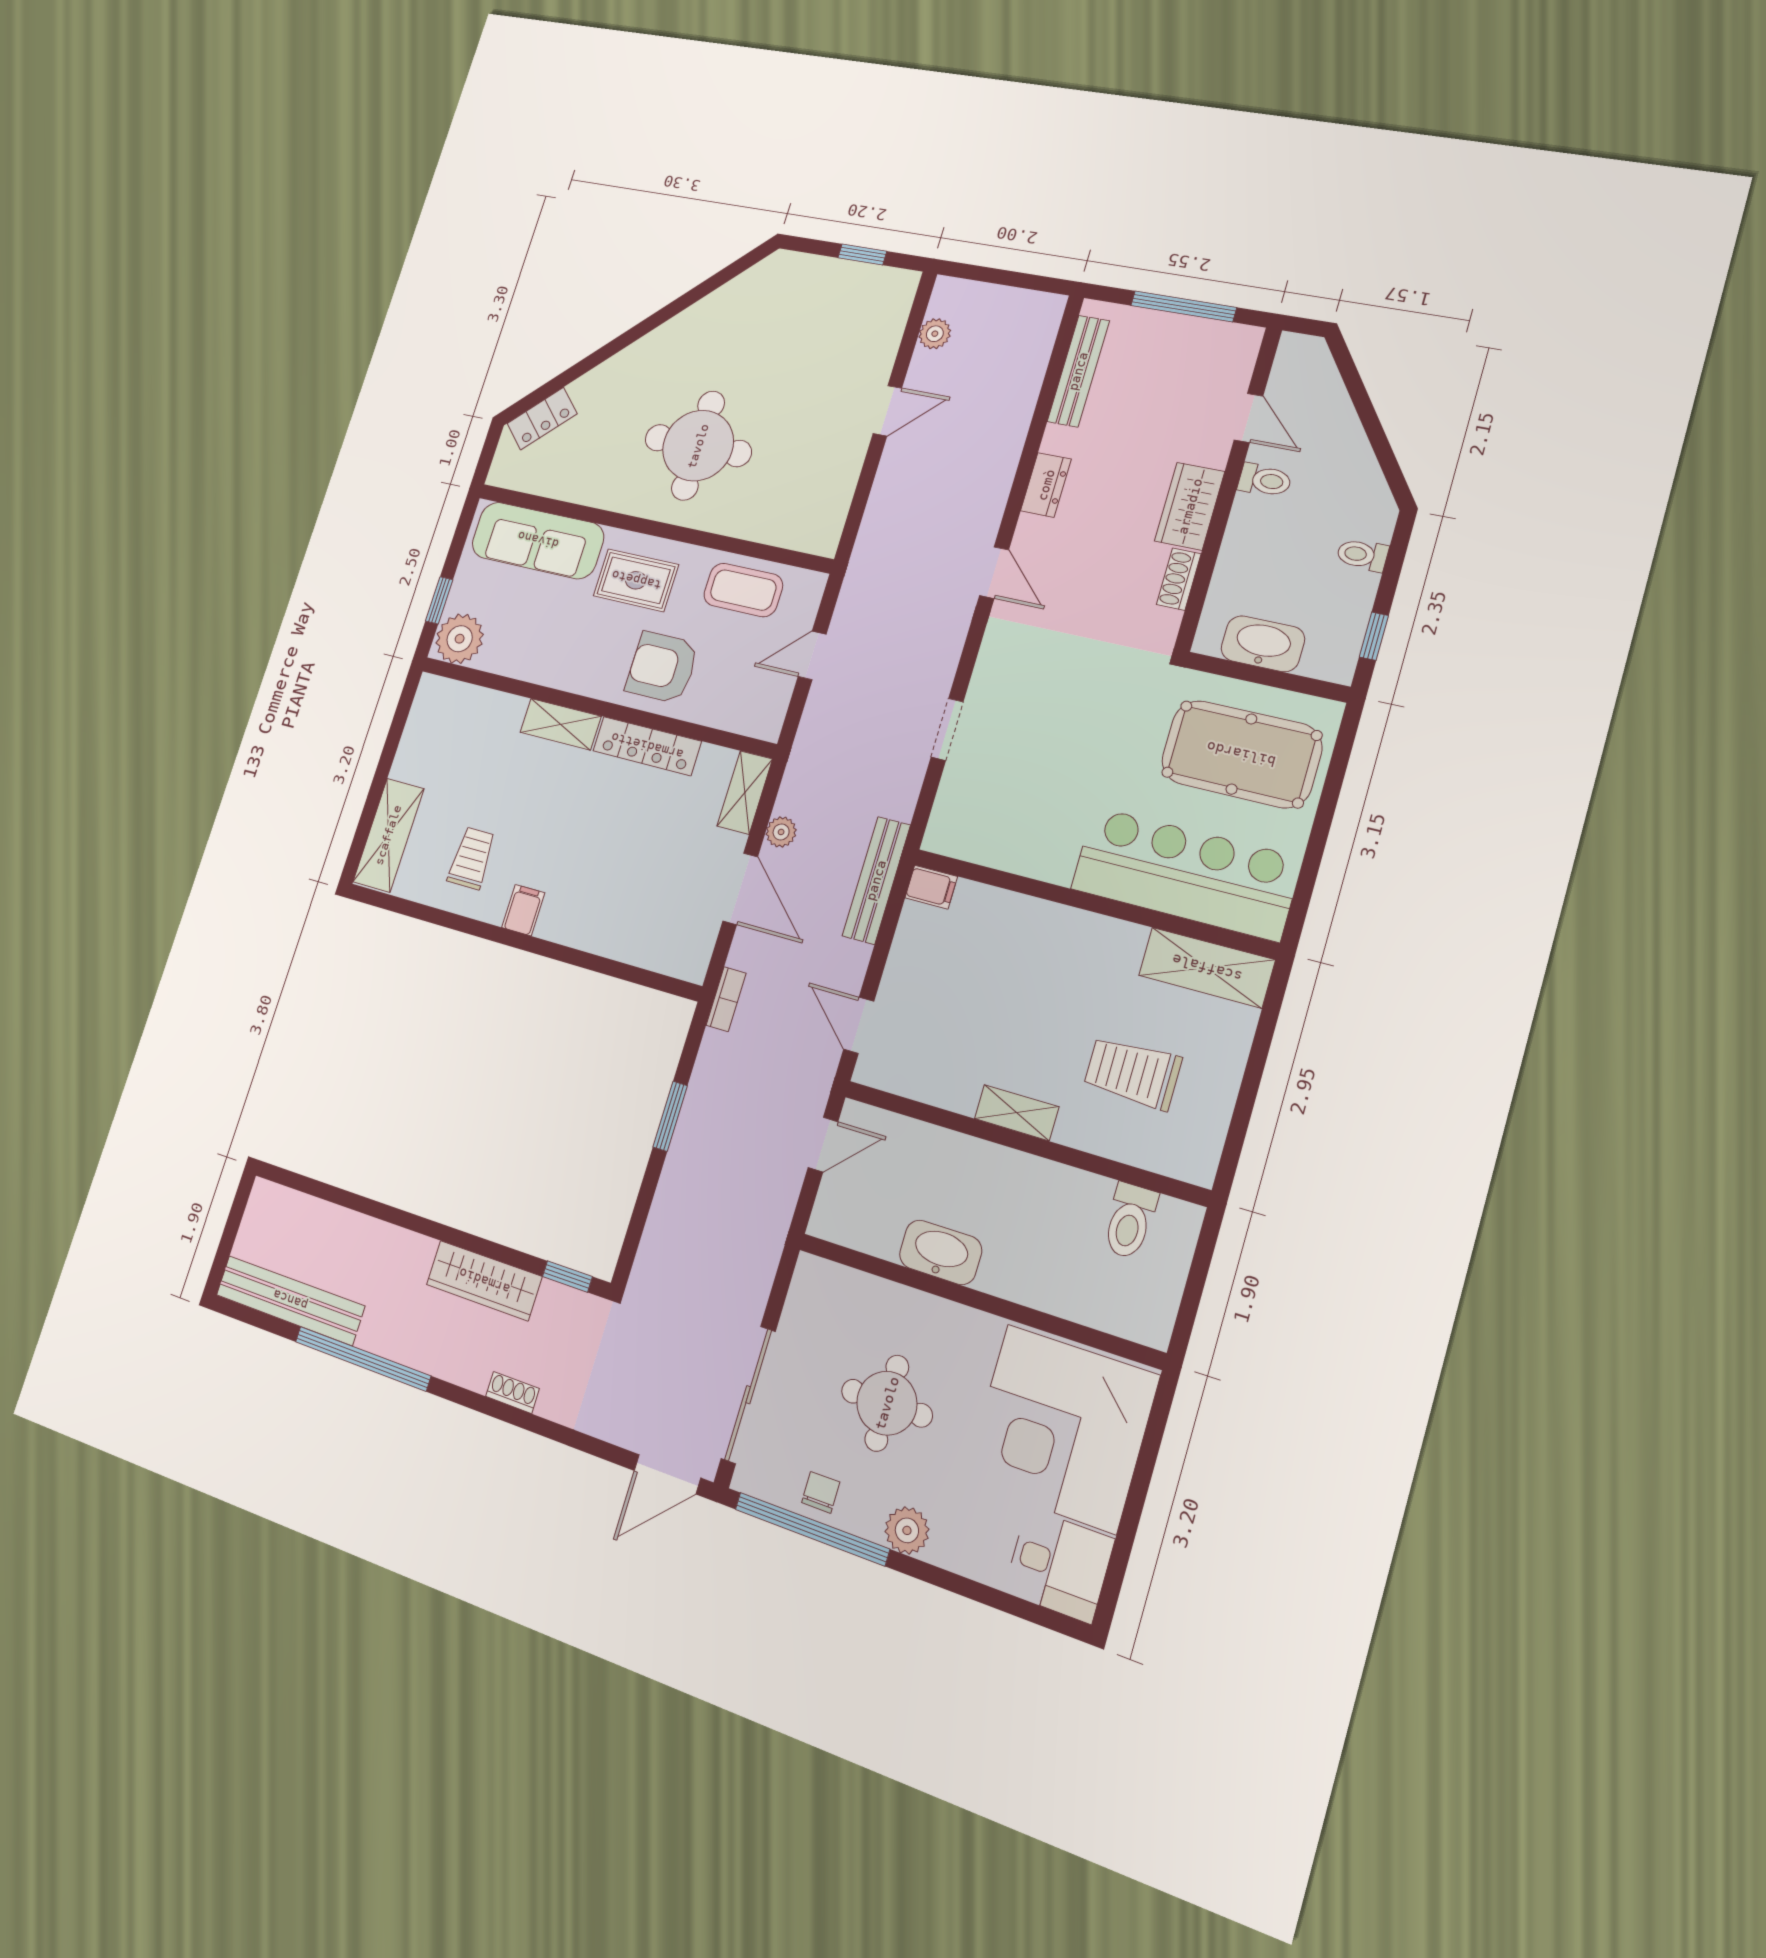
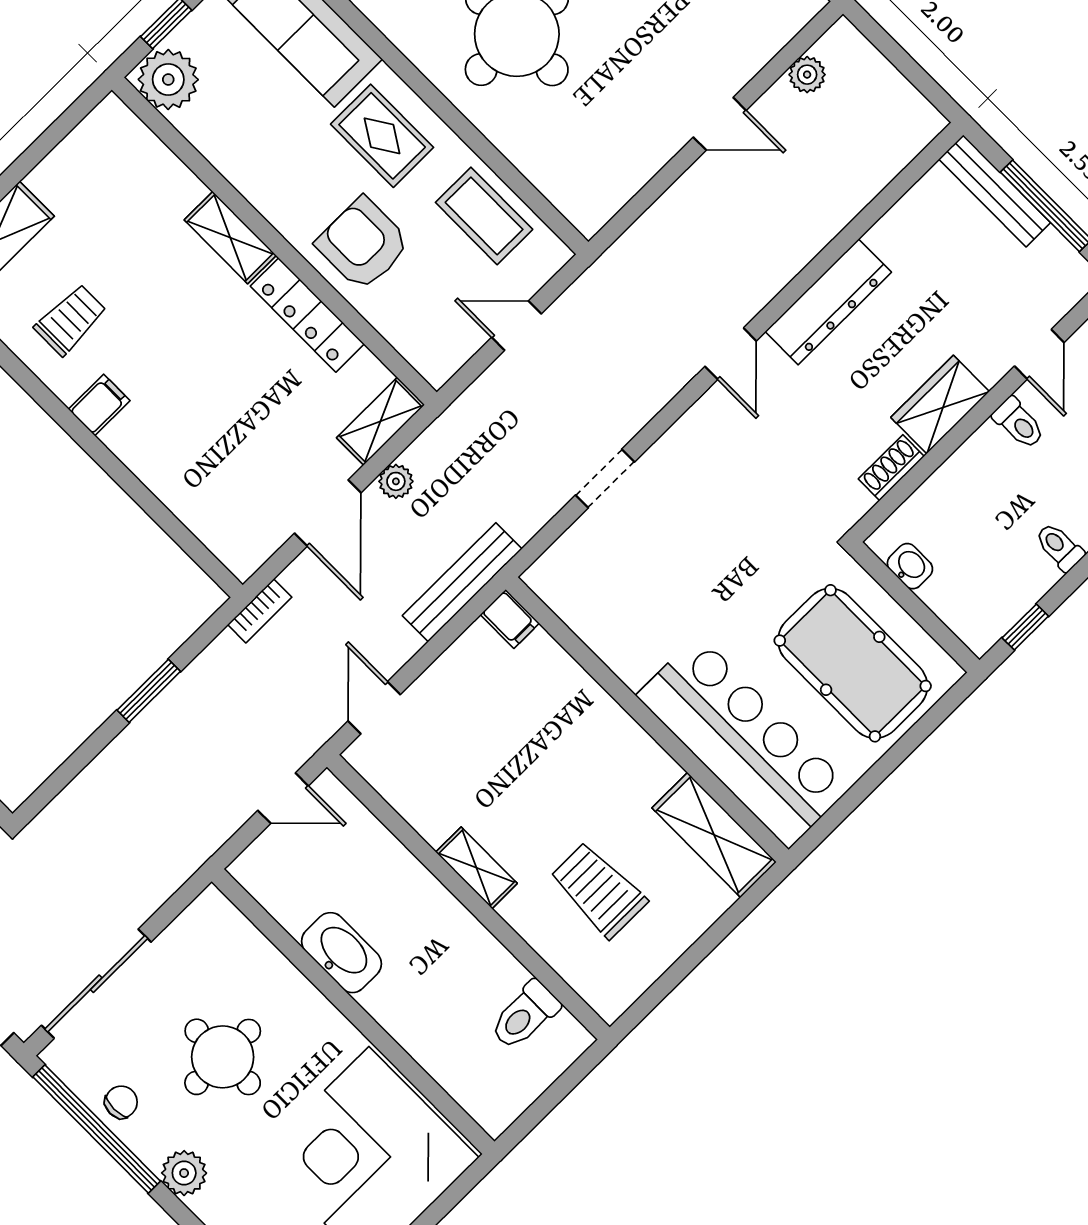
bench: (1078, 371) -> (995, 191), moved, turned 90
dresser: (1046, 485) -> (828, 302), width x1.96, depth x1.24
washbasin: (1263, 644) -> (910, 566), width x0.52, depth x0.69

